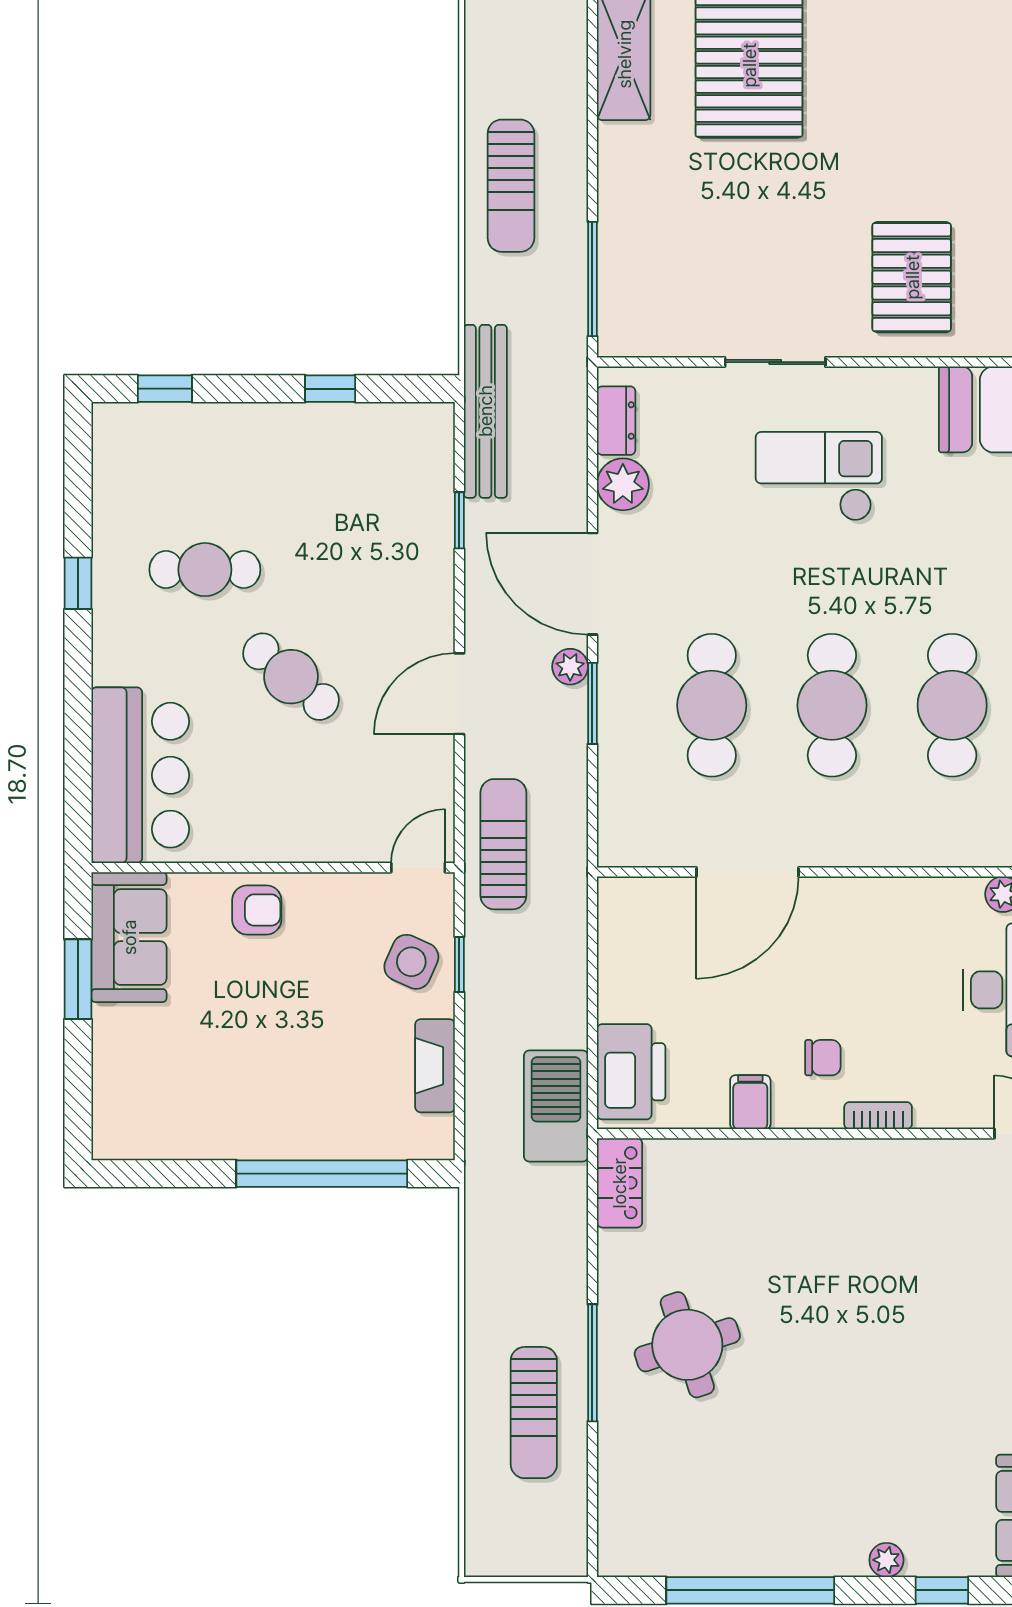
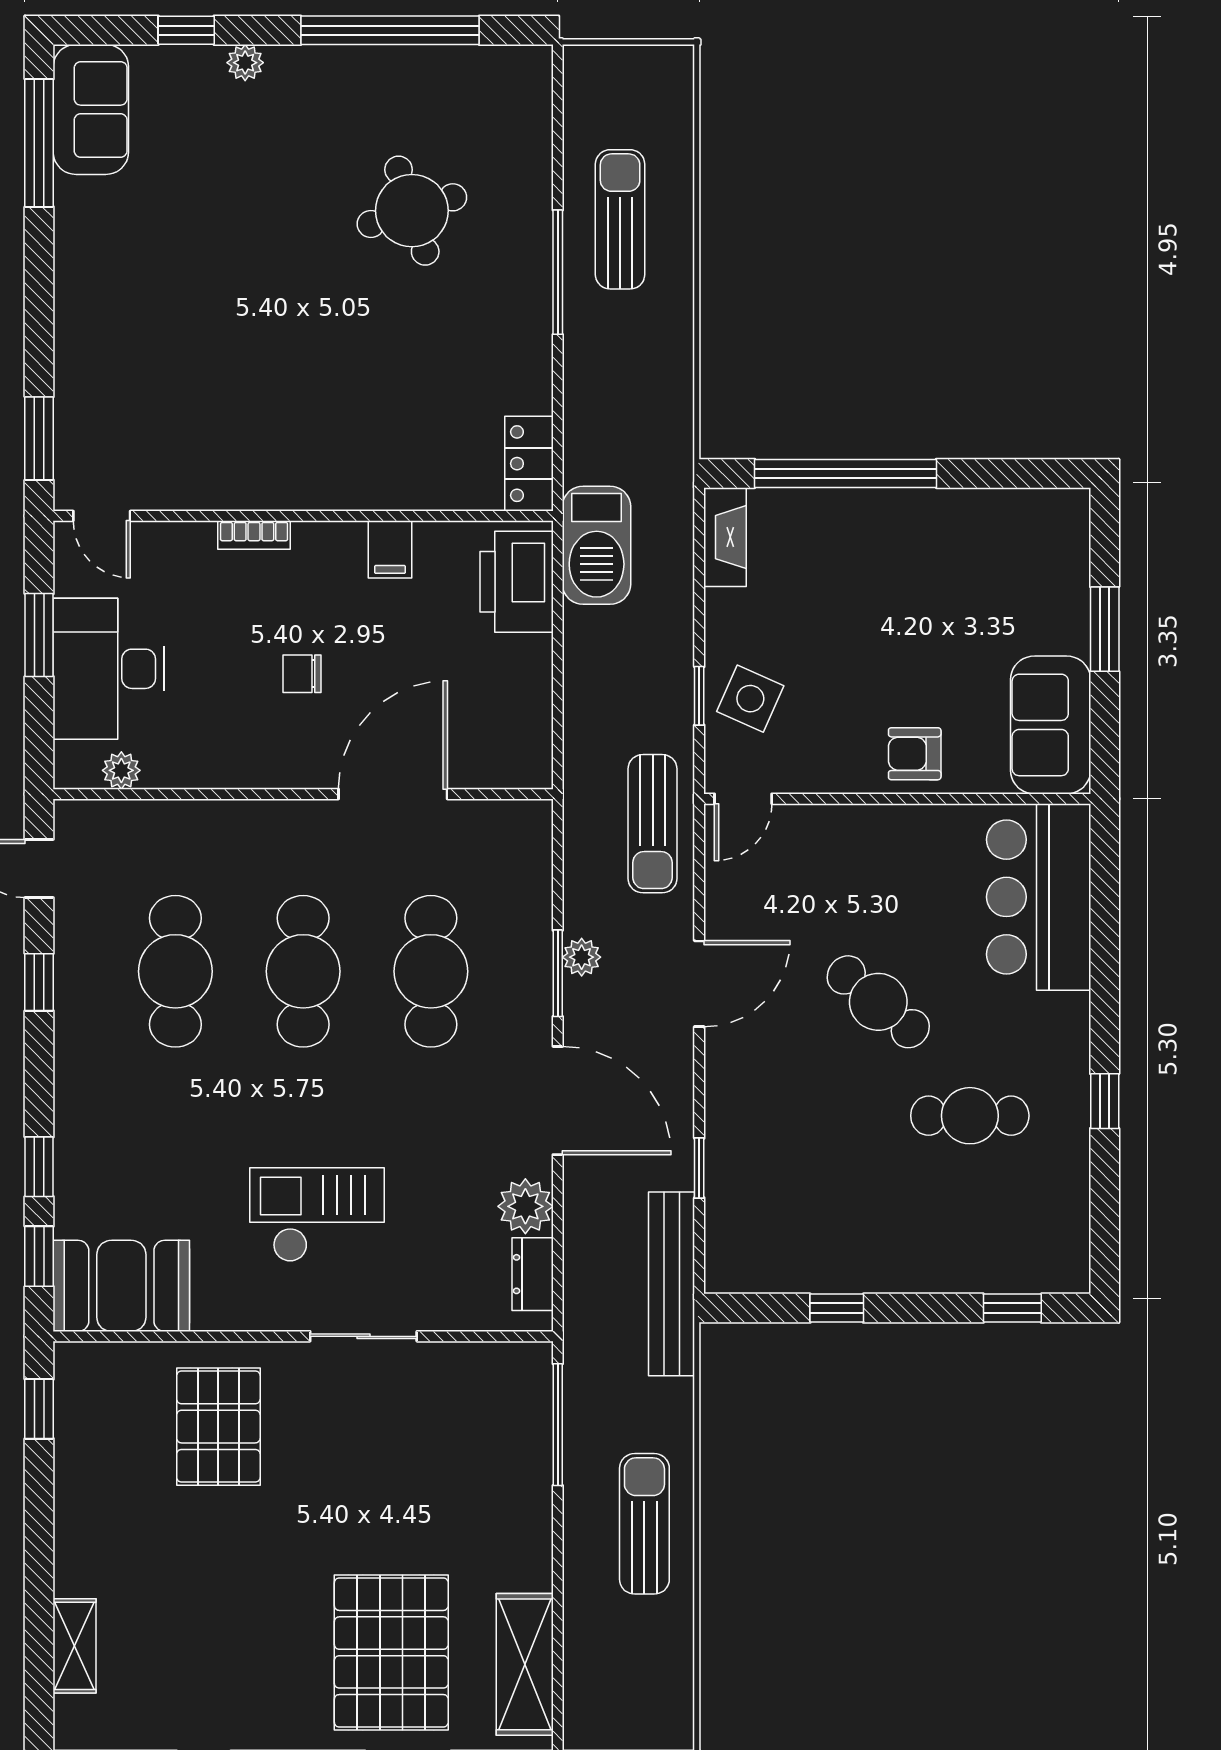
checkout: (819, 476) -> (317, 1215), turned 180
plant: (570, 667) -> (582, 957), moved
window: (78, 979) -> (1105, 629), moved
chair: (823, 1058) -> (302, 674), moved
fireplace: (435, 1066) -> (725, 537), moved
round table: (687, 1345) -> (412, 211), moved

